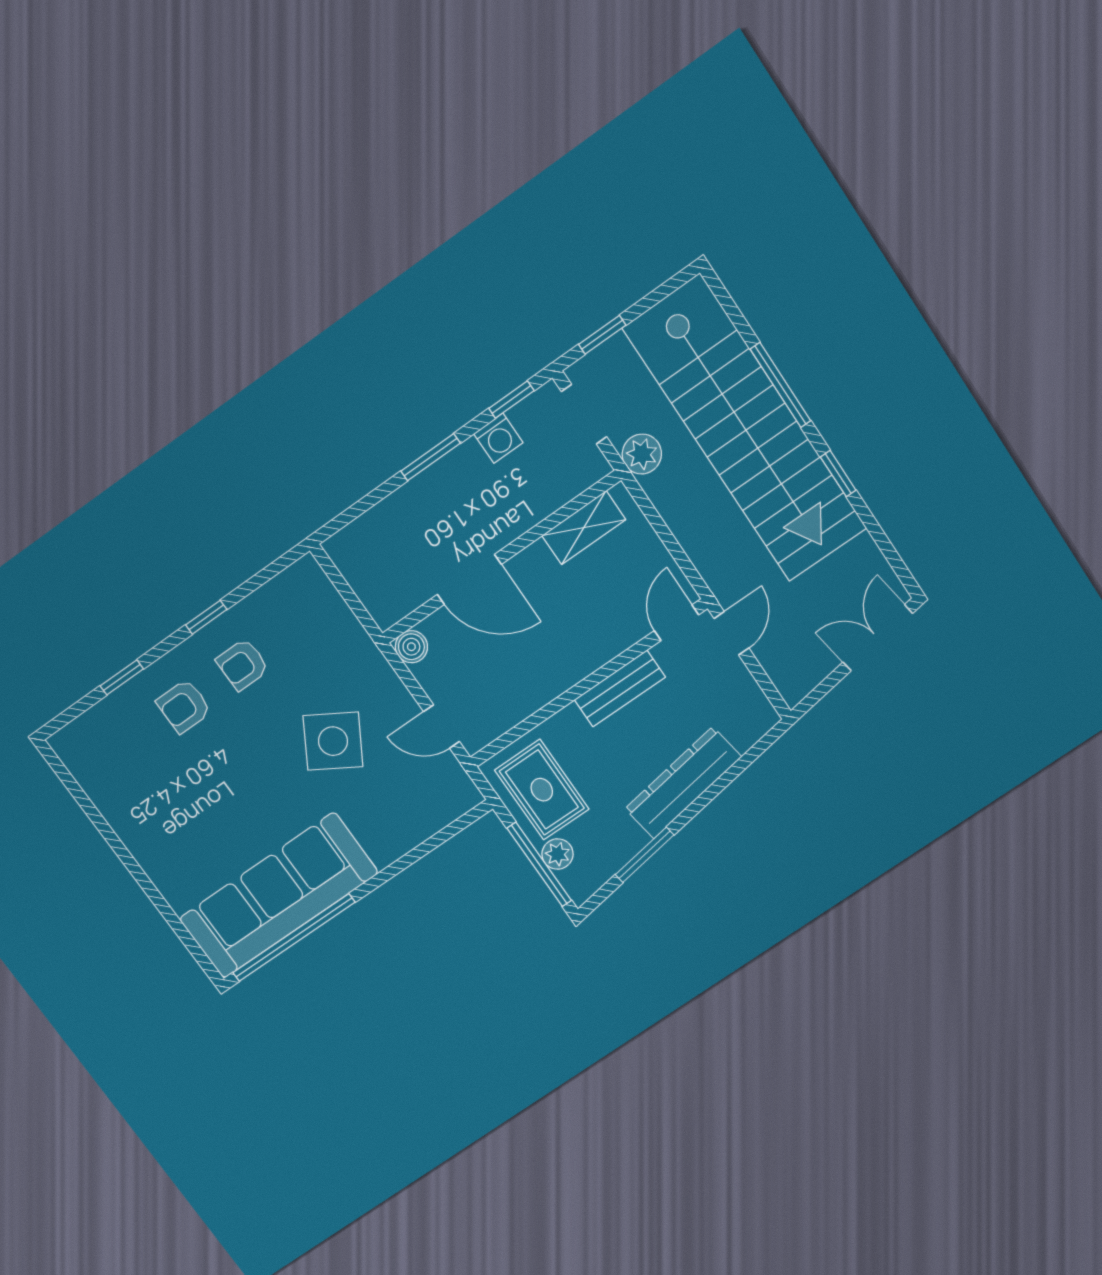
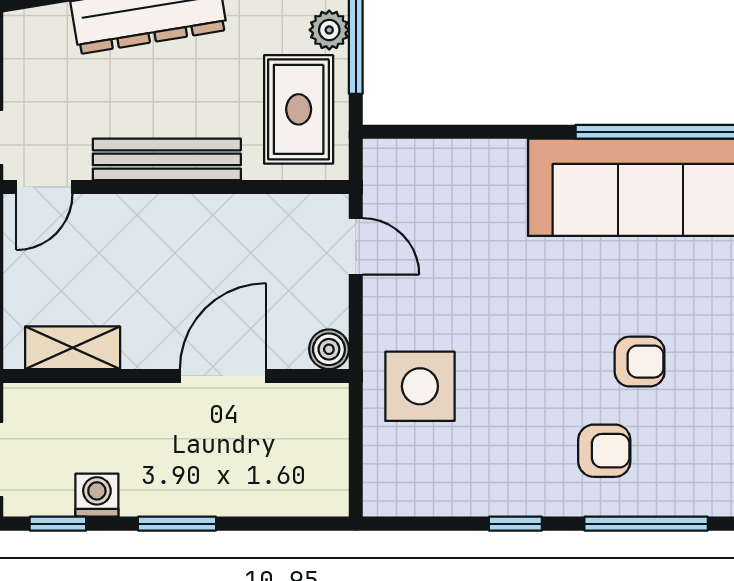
door: (469, 579) -> (223, 376), hinge flipped
armchair: (243, 665) -> (640, 362), moved
window: (122, 677) -> (646, 524), width x2.17
bench: (620, 688) -> (167, 159), width x1.36
side table: (333, 741) -> (420, 386), moved, turned -31

